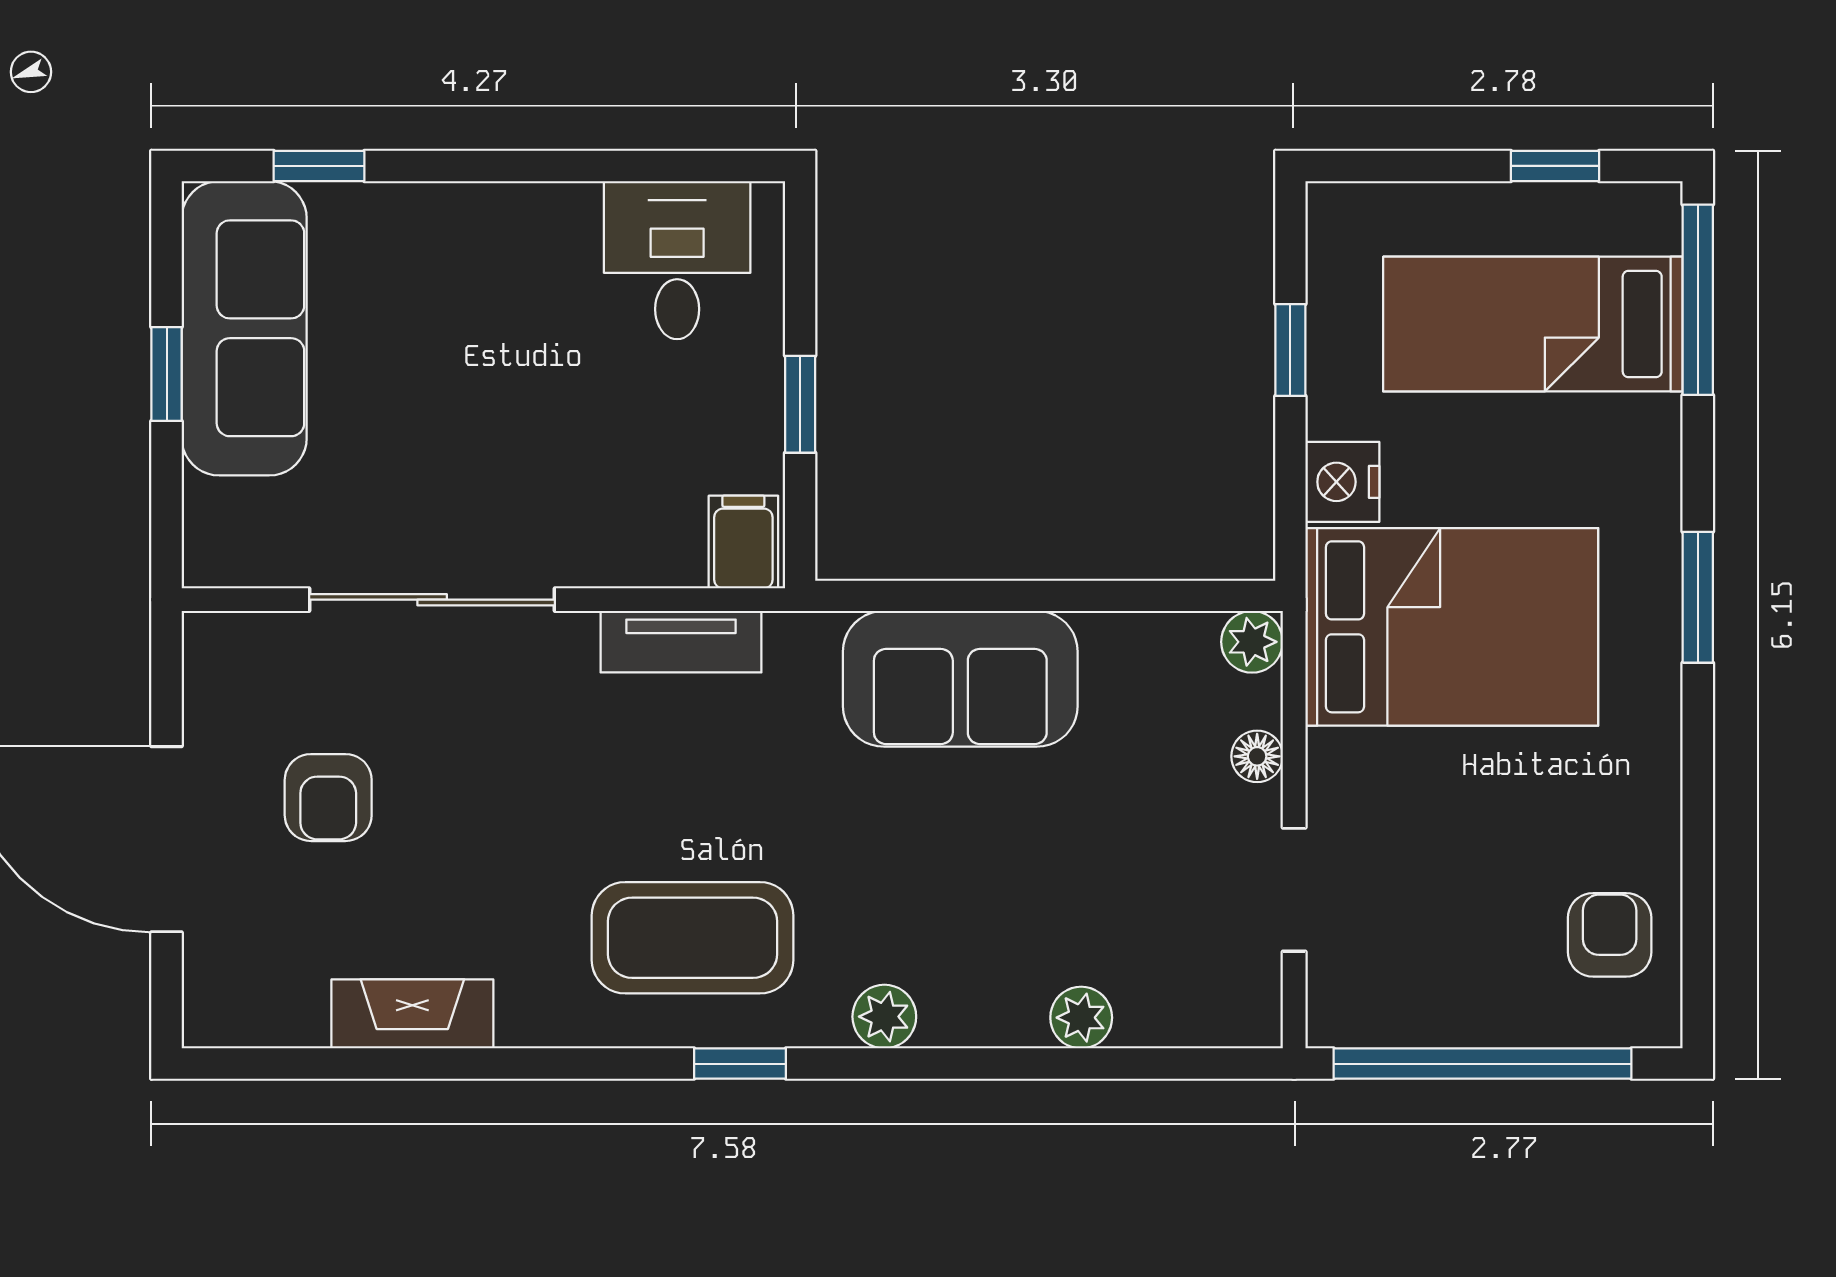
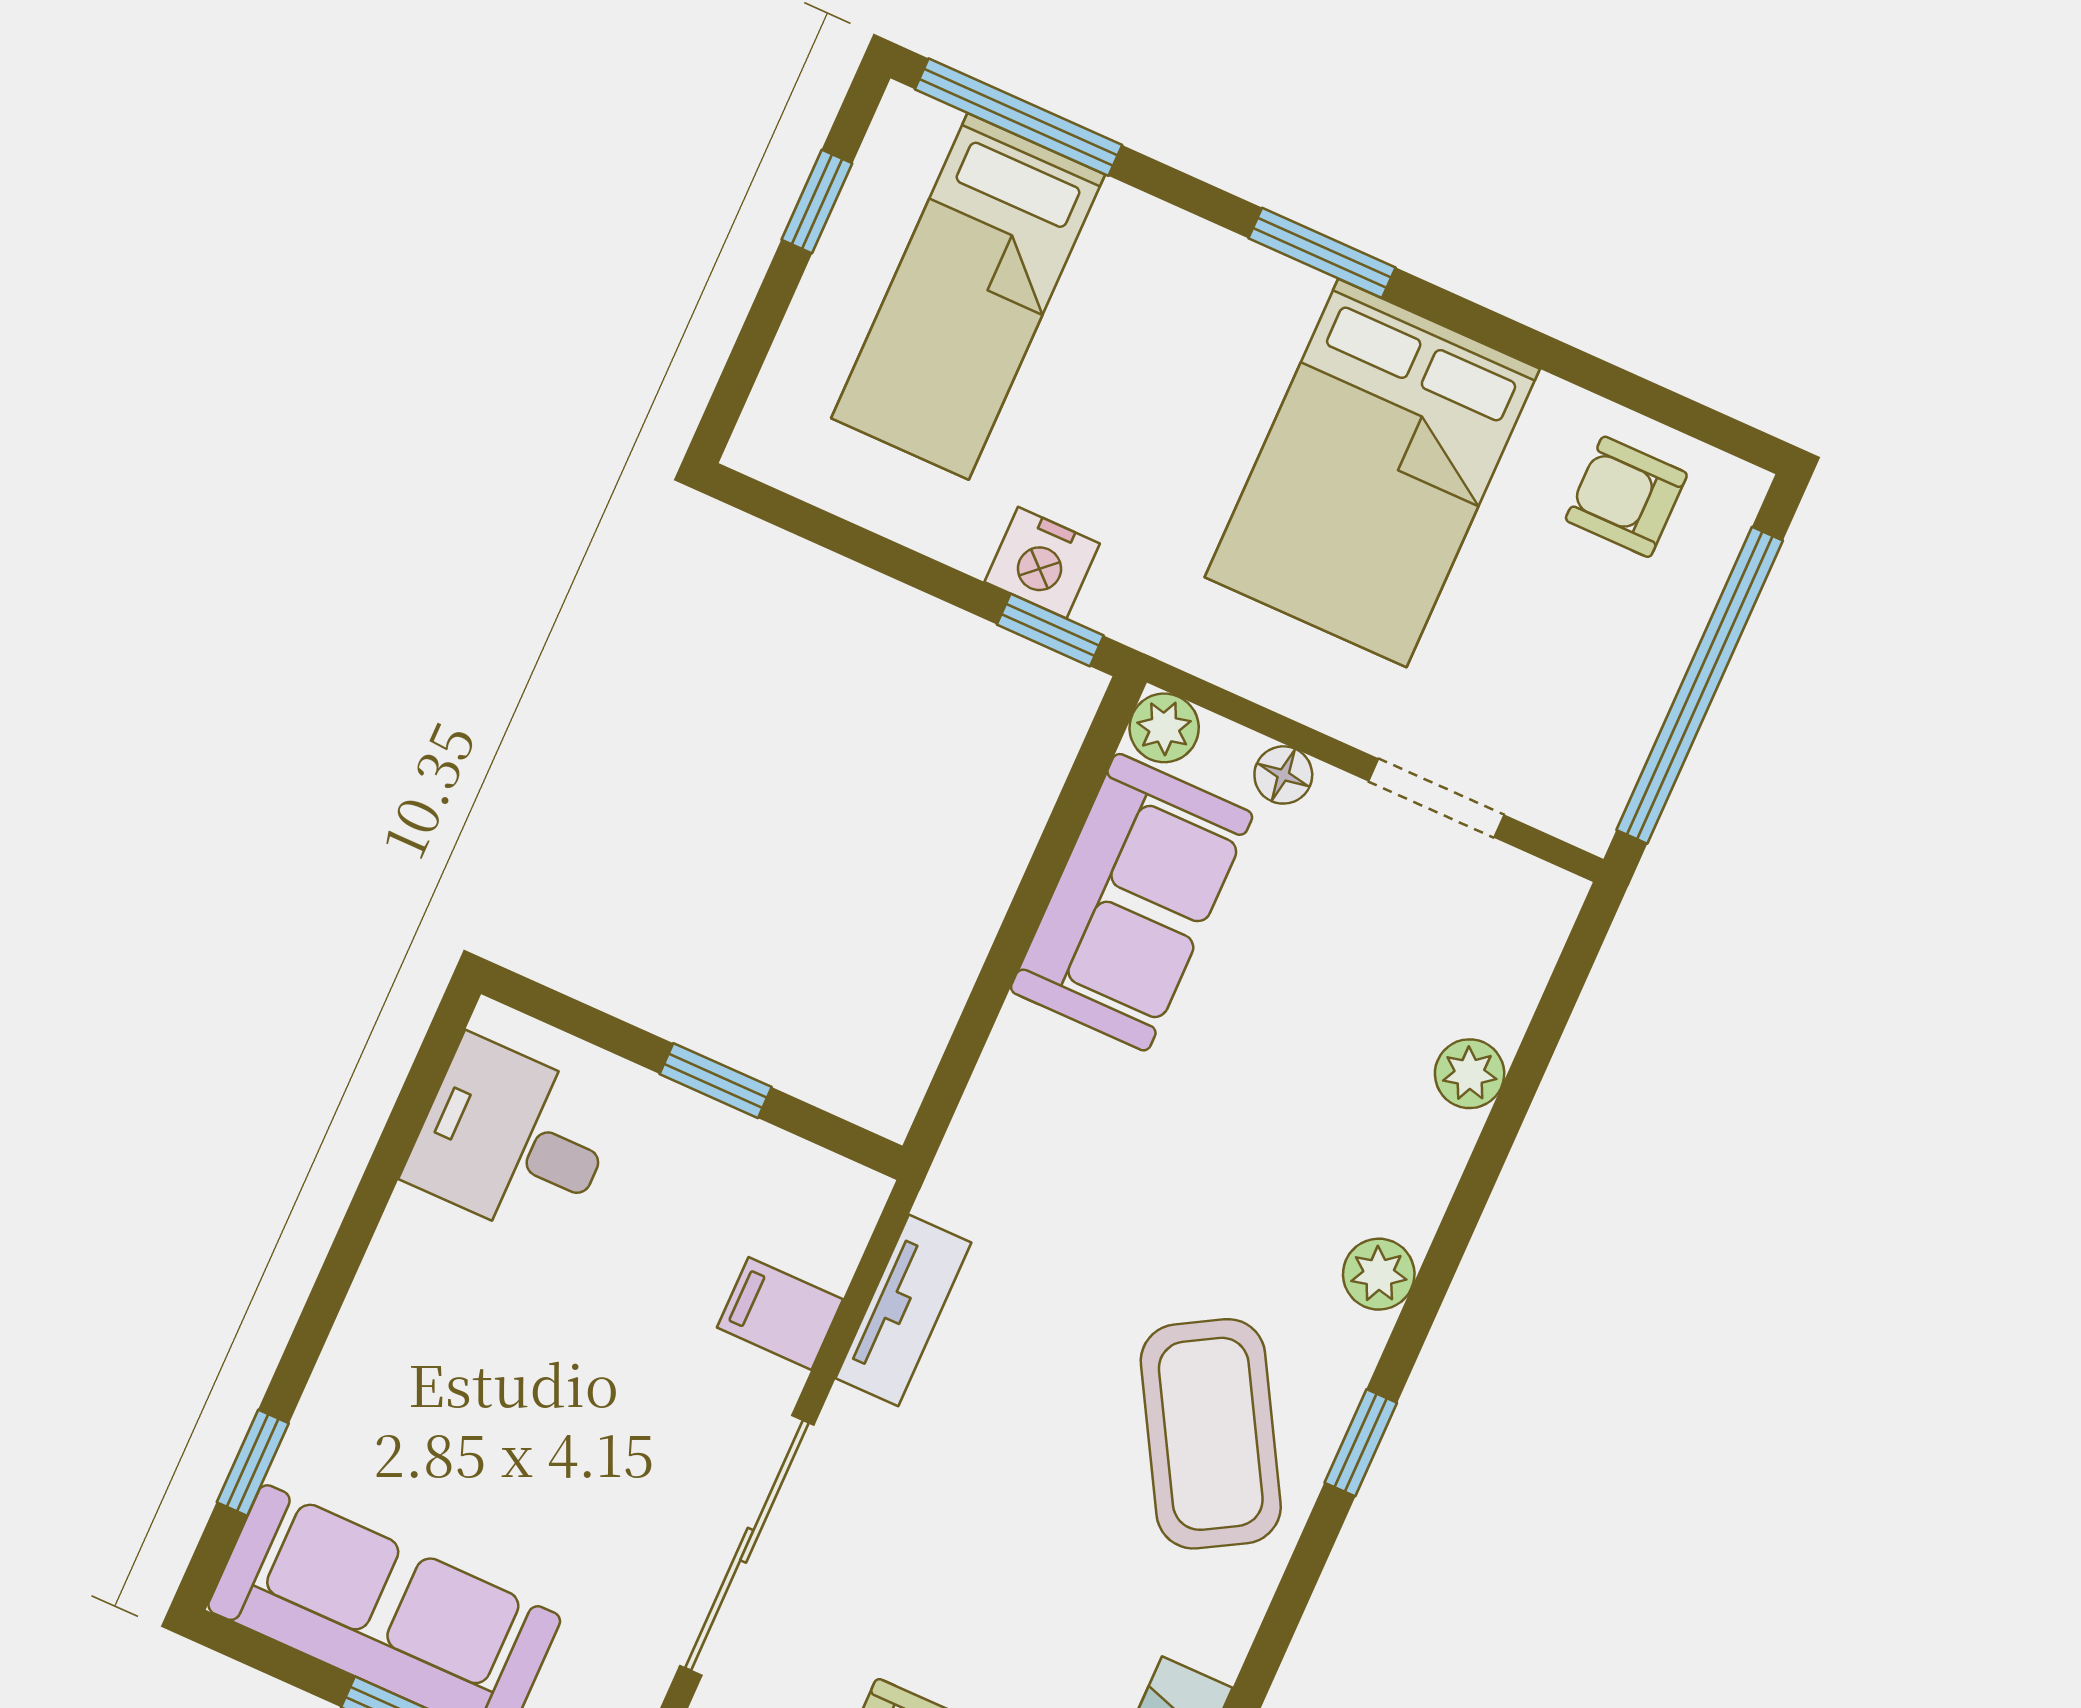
window: (1290, 350) -> (1050, 630), moved
filing cabinet: (743, 542) -> (780, 1313), moved
bed: (1452, 627) -> (1372, 473), moved, turned 180
sofa: (960, 679) -> (1132, 902), moved
coffee table: (693, 938) -> (1211, 1434), turned -30

